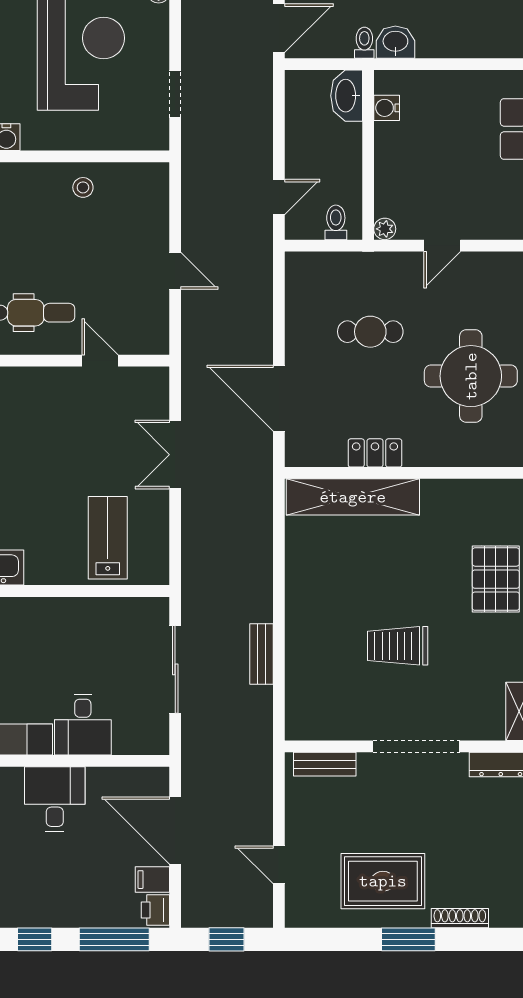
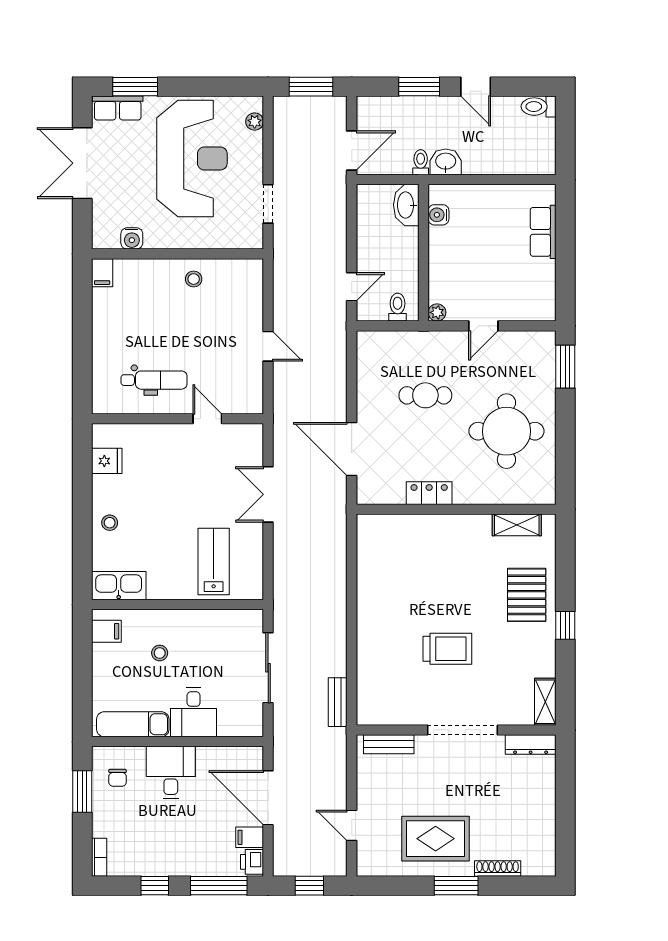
shelving: (353, 497) -> (517, 525), moved, width x0.45, depth x0.75
trolley: (398, 646) -> (447, 649), turned 180
stool: (41, 651) -> (160, 653), added
bench: (261, 654) -> (338, 702), moved

